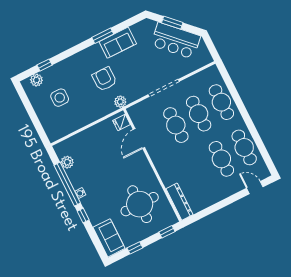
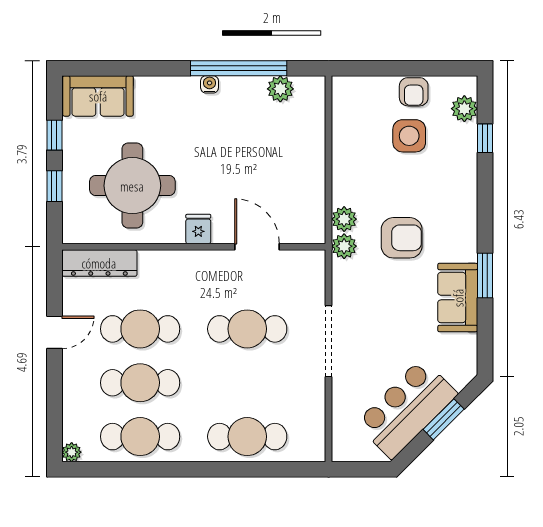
armchair: (40, 105) -> (414, 92), added
plant: (109, 107) -> (344, 219), added
cafe table: (199, 114) -> (140, 329), moved
fridge: (122, 123) -> (198, 229), moved
plant: (265, 173) -> (72, 452), added
door: (255, 188) -> (54, 332), moved
window: (83, 216) -> (164, 68), removed
window: (167, 232) -> (54, 186), moved

